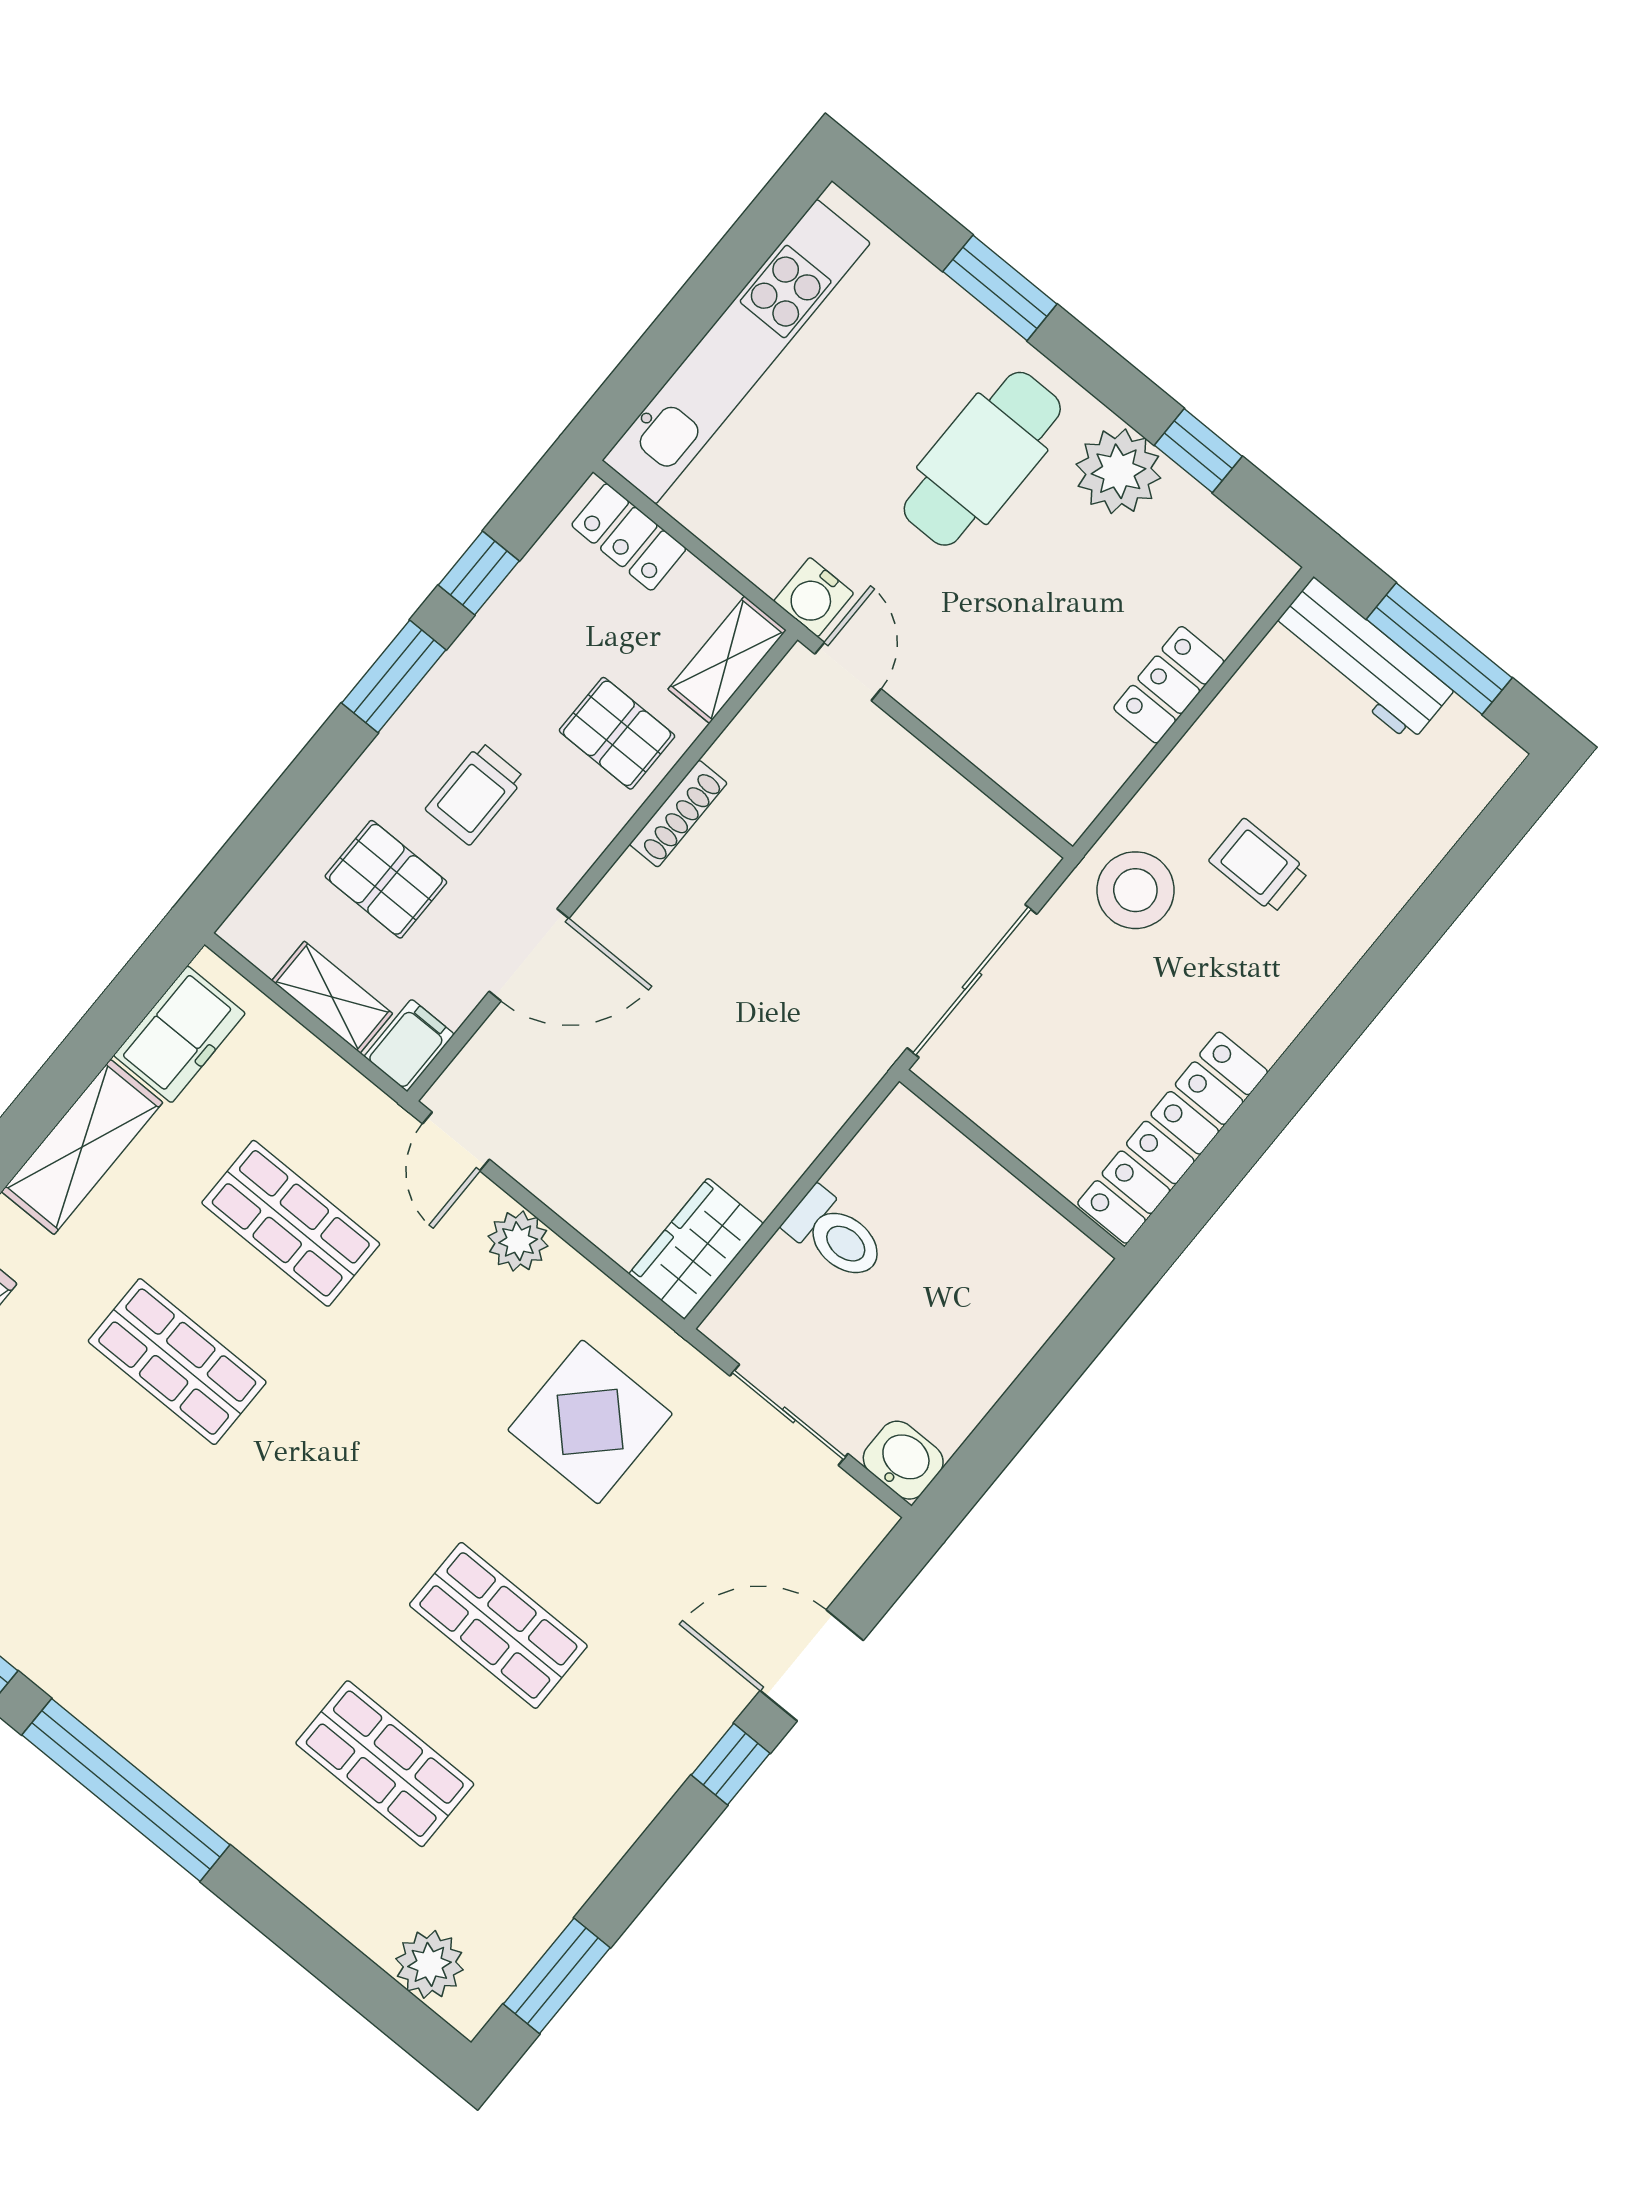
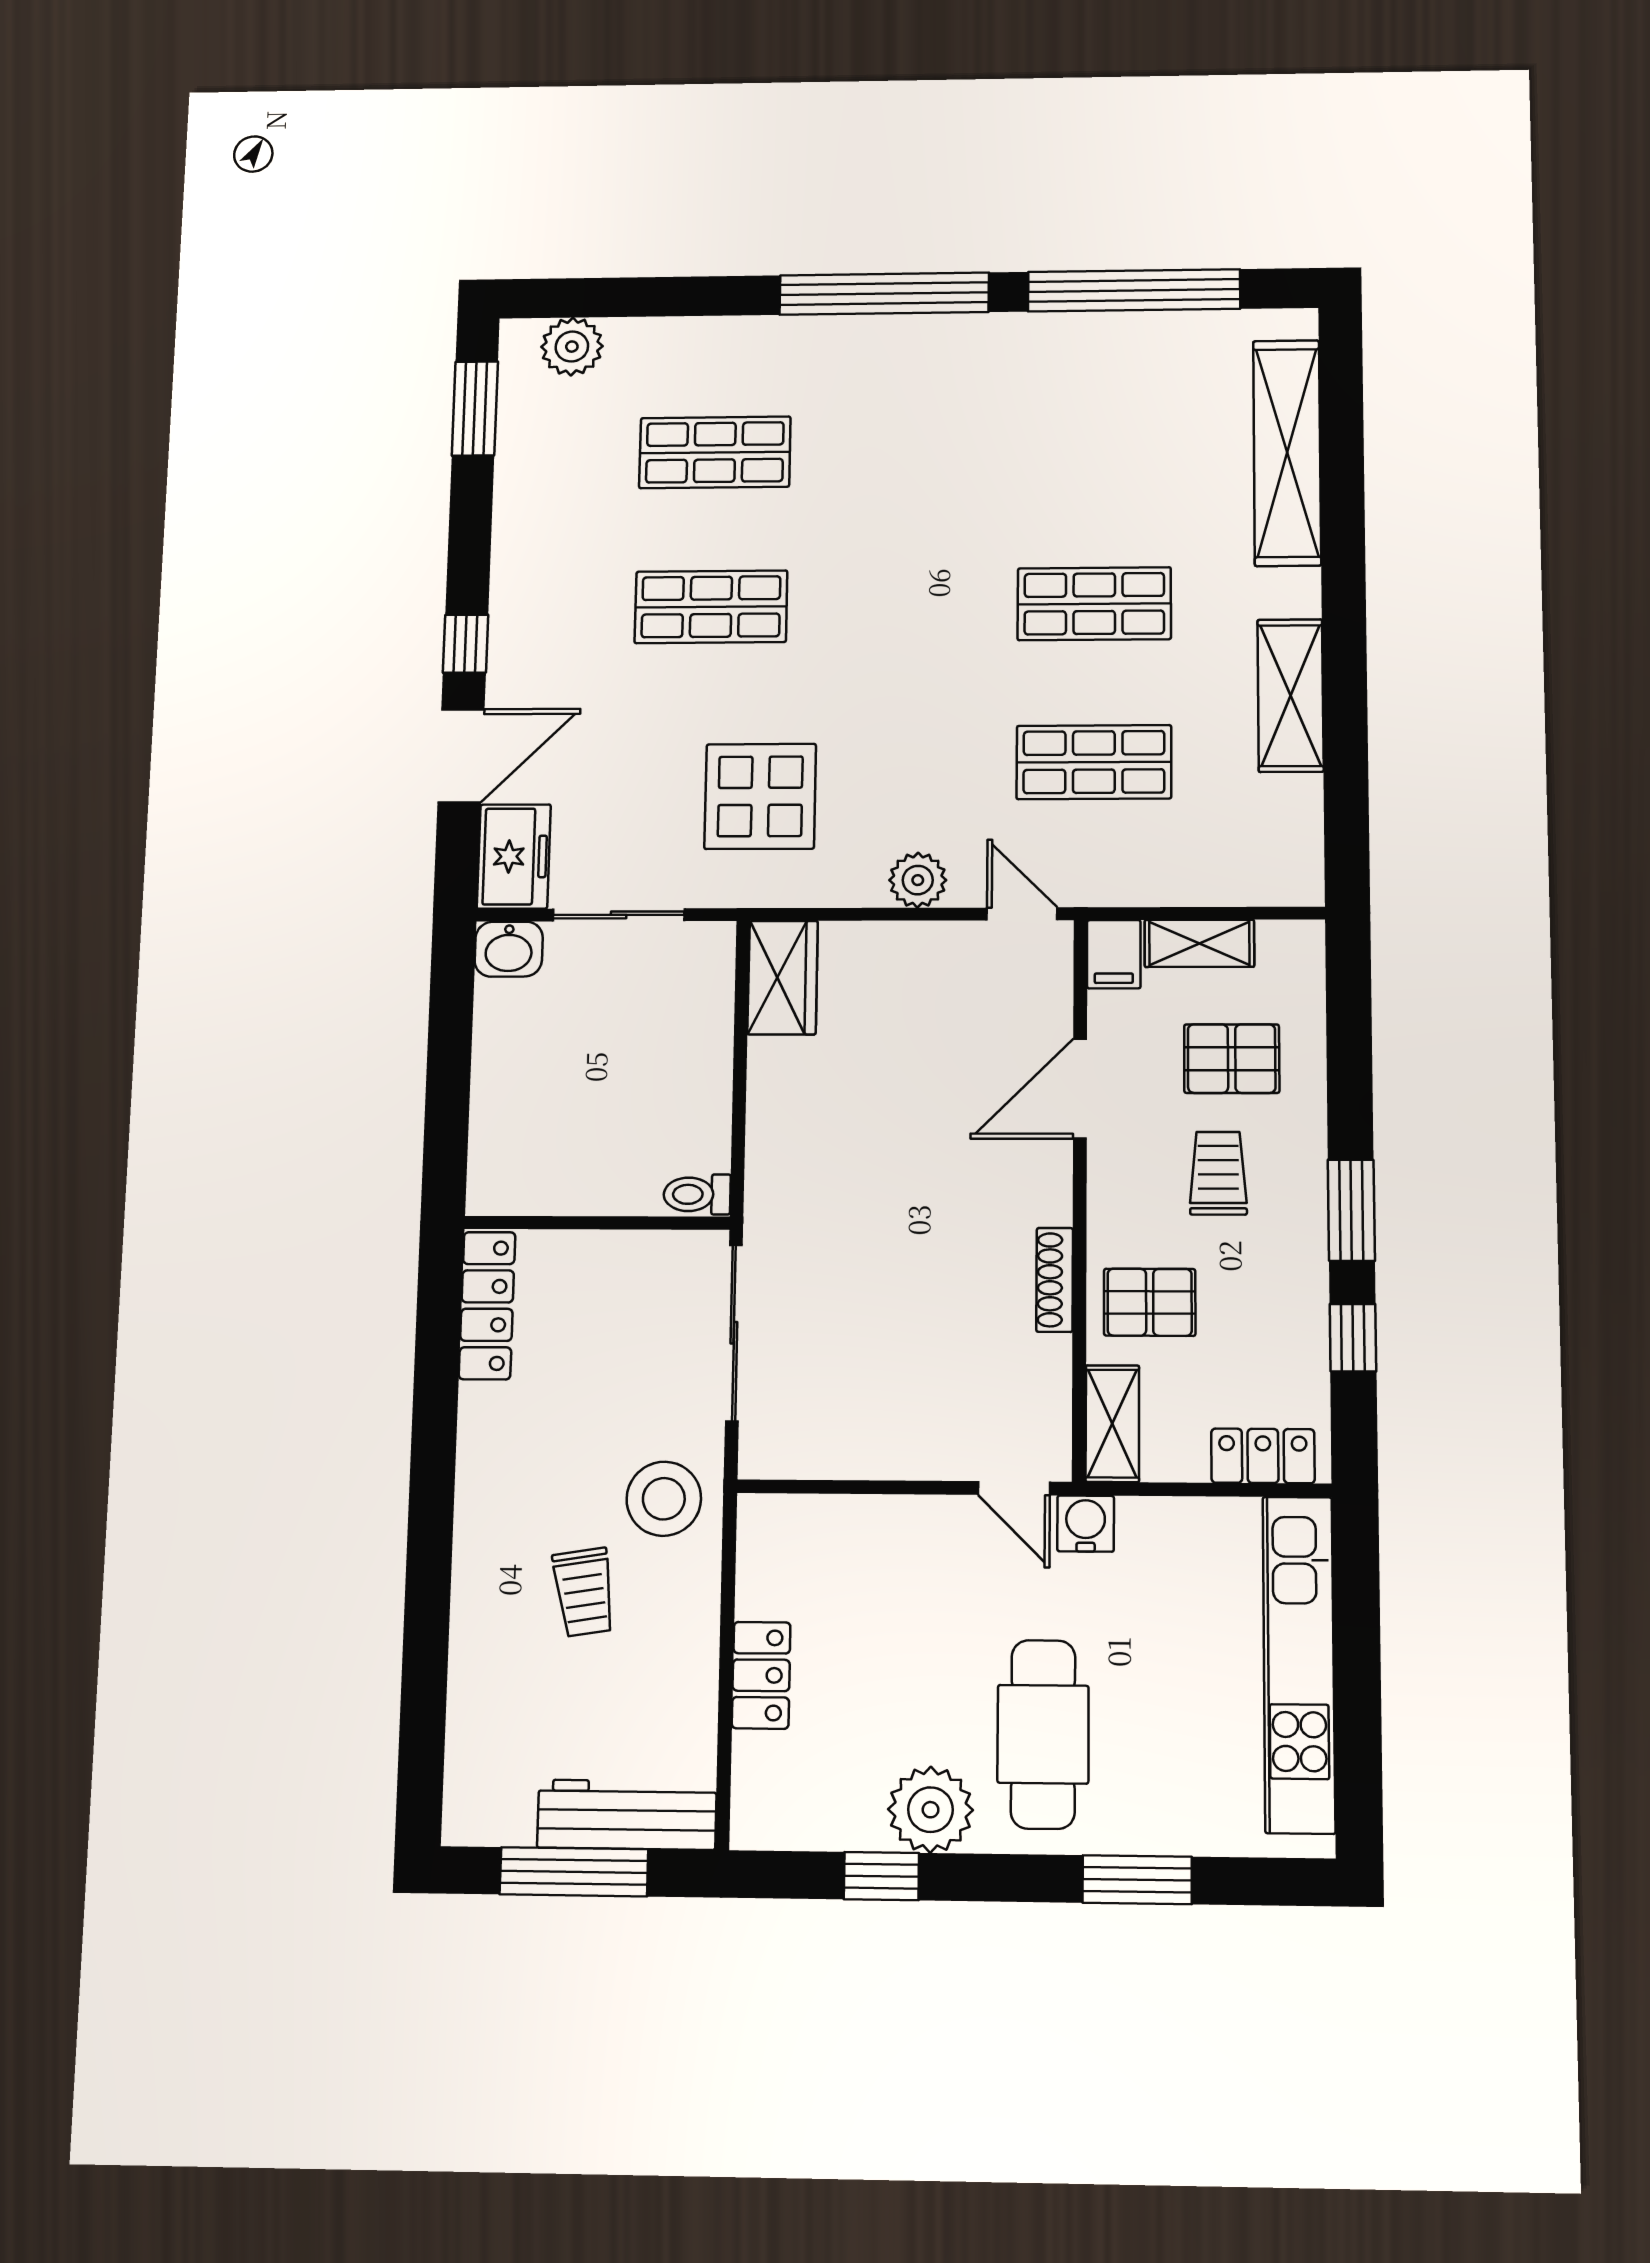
trolley: (1259, 866) -> (584, 1592), turned 81
freezer: (179, 1034) -> (514, 856), moved, turned 180
locker: (1173, 1138) -> (487, 1306), width x0.71, depth x0.83
toilet: (835, 1235) -> (697, 1194), moved, width x0.73, depth x0.72

